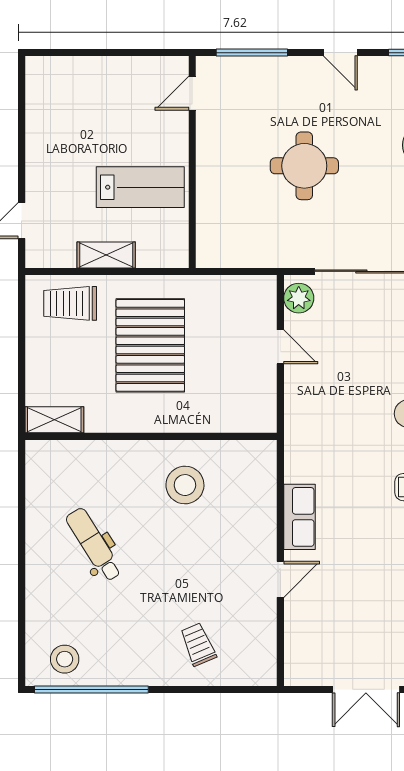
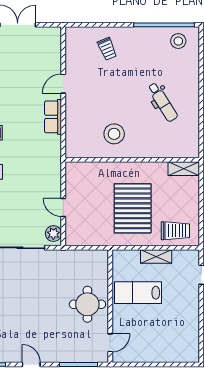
round table: (304, 166) -> (87, 304), moved

